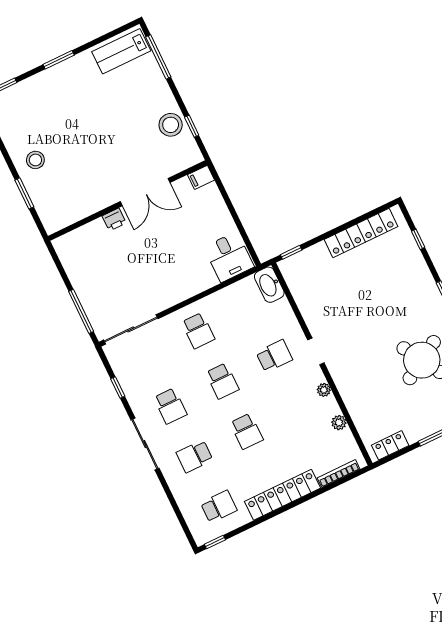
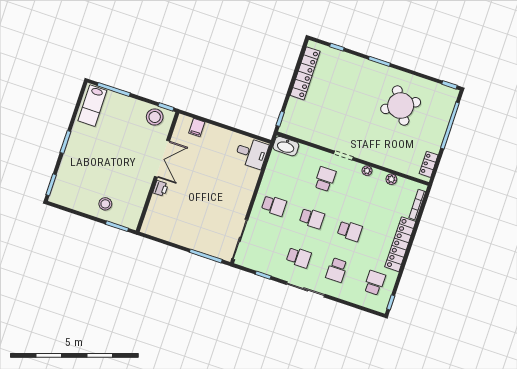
double door: (145, 192) -> (162, 159), moved
wall: (128, 201) -> (158, 172), moved
printer: (114, 219) -> (161, 188), moved

